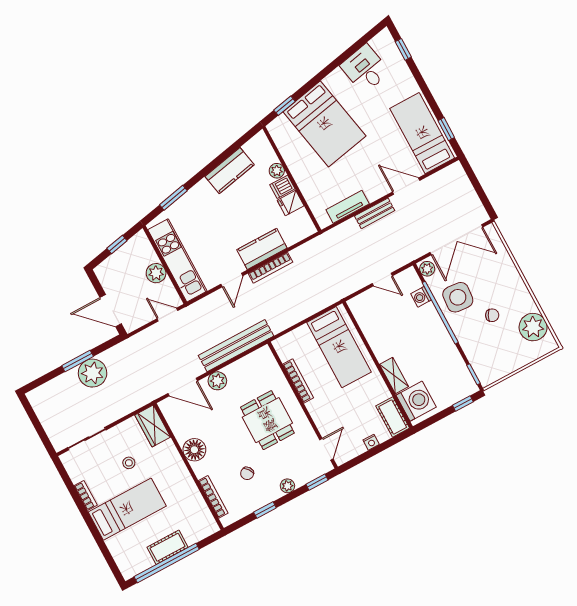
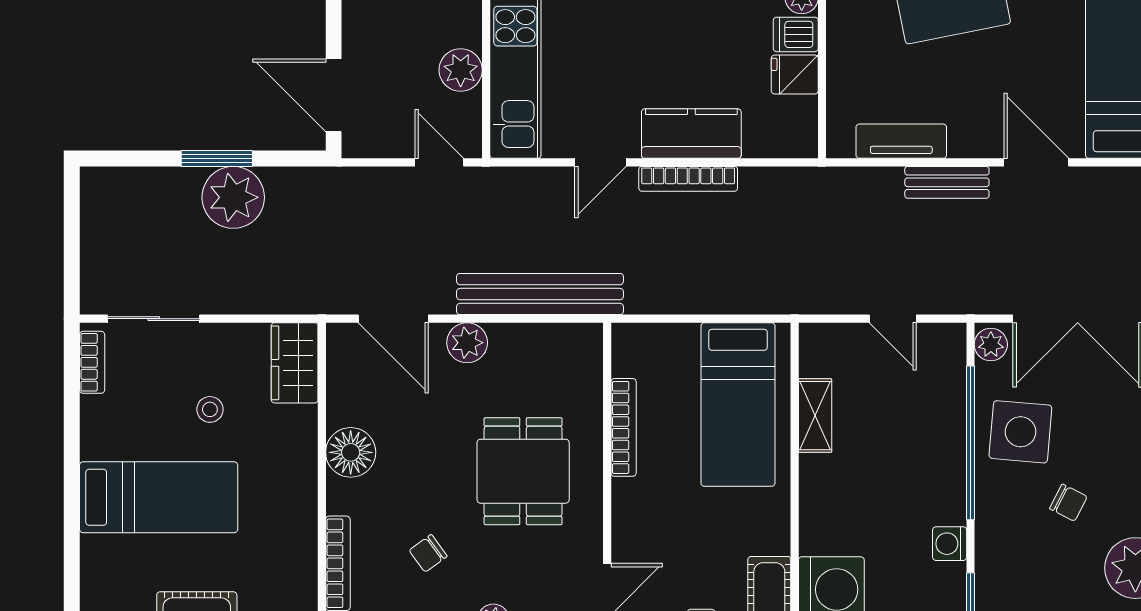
washing machine: (421, 297) -> (950, 544), moved
shelving: (394, 375) -> (815, 416), moved
bookcase: (86, 495) -> (92, 362), moved

